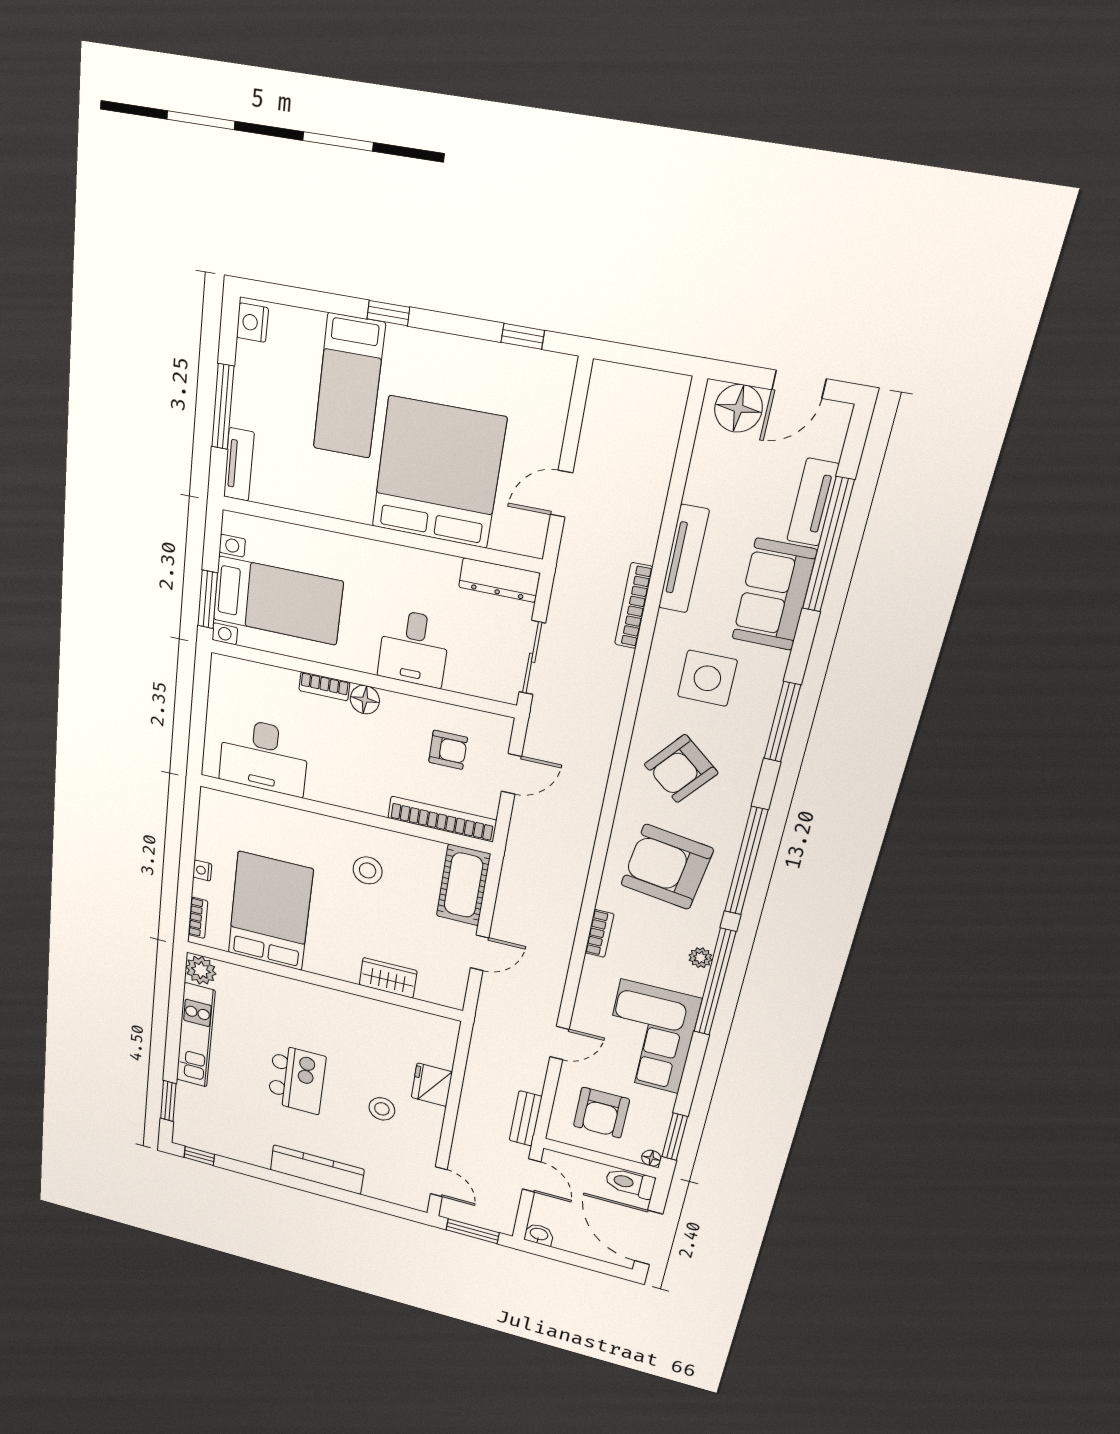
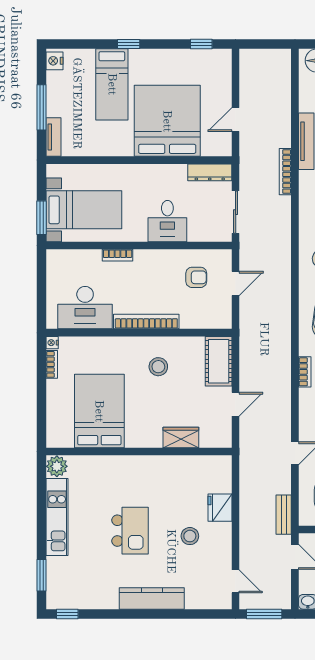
floor lamp: (365, 700) -> (143, 258), removed
bookcase: (442, 819) -> (146, 322), moved
nightstand: (202, 870) -> (52, 343), moved
bookcase: (198, 918) -> (52, 364), moved

